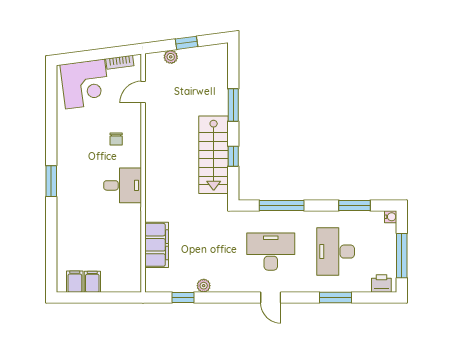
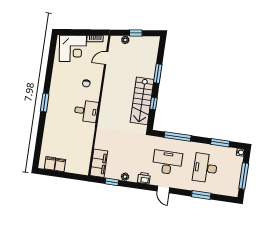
filing cabinet: (157, 245) -> (99, 163), moved
printer: (381, 283) -> (144, 178), moved

